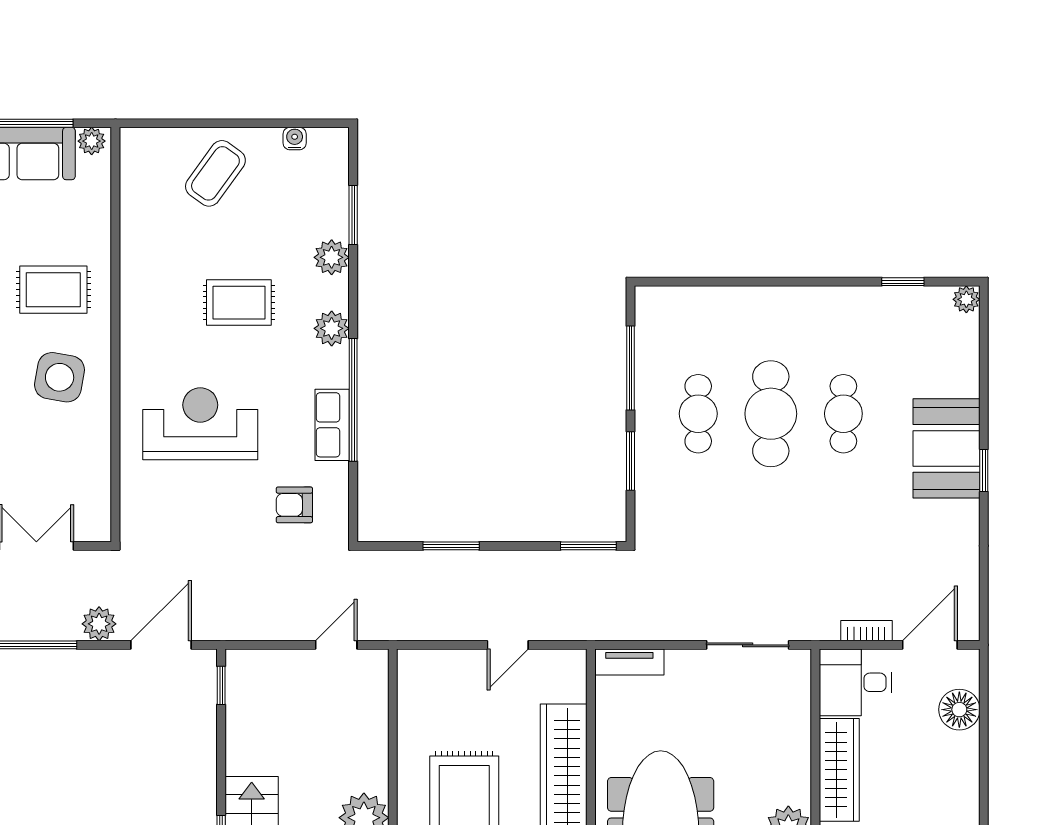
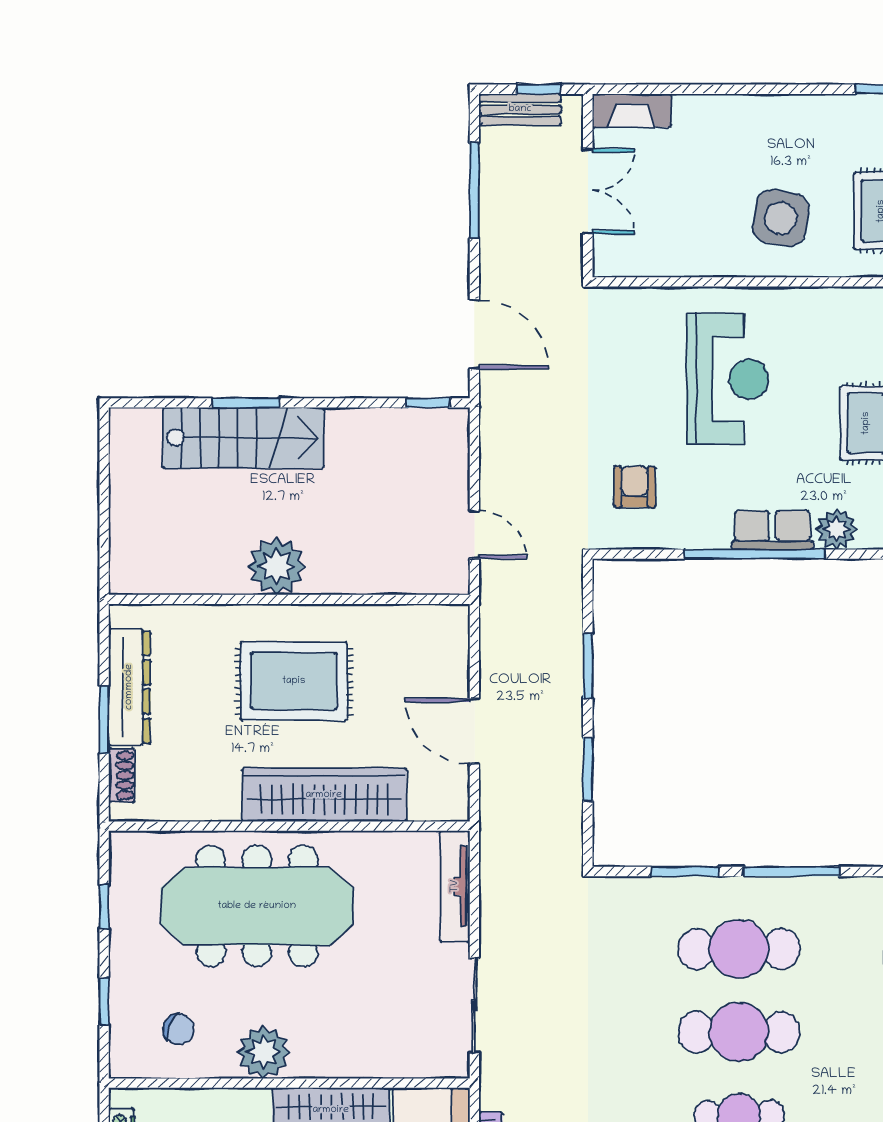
cafe table: (698, 414) -> (739, 949), width x1.37, depth x1.35
row of seats: (332, 425) -> (772, 530), moved
window: (588, 546) -> (588, 769), moved
plant: (99, 624) -> (499, 263), removed
door: (508, 645) -> (474, 731), width x1.38
tv unit: (629, 662) -> (455, 886), width x1.41

